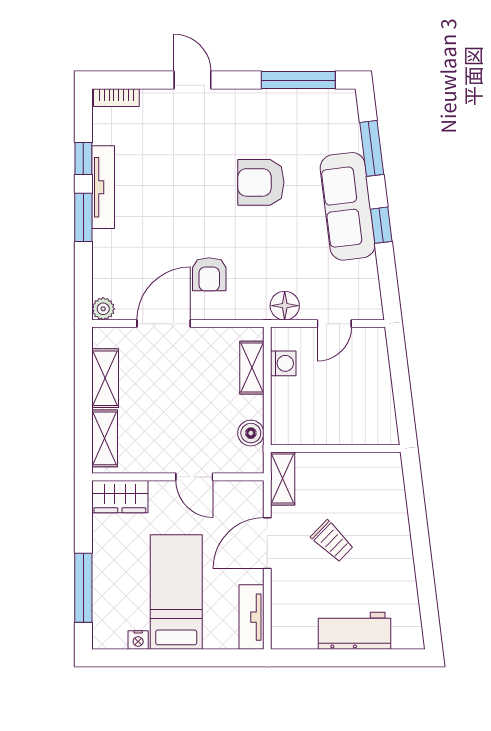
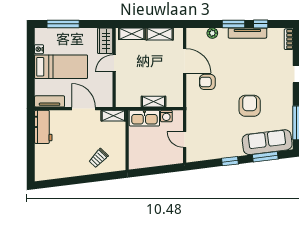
sofa: (348, 206) -> (267, 142), moved
floor lamp: (285, 306) -> (193, 117), removed
plant: (103, 309) -> (212, 33), moved
shelving: (252, 368) -> (154, 102), moved
kitchen sink: (288, 411) -> (144, 118), added
boiler: (251, 433) -> (134, 101), removed
door: (194, 477) -> (114, 63), moved
trolley: (332, 541) -> (98, 158), moved
workbench: (354, 631) -> (43, 127), moved

